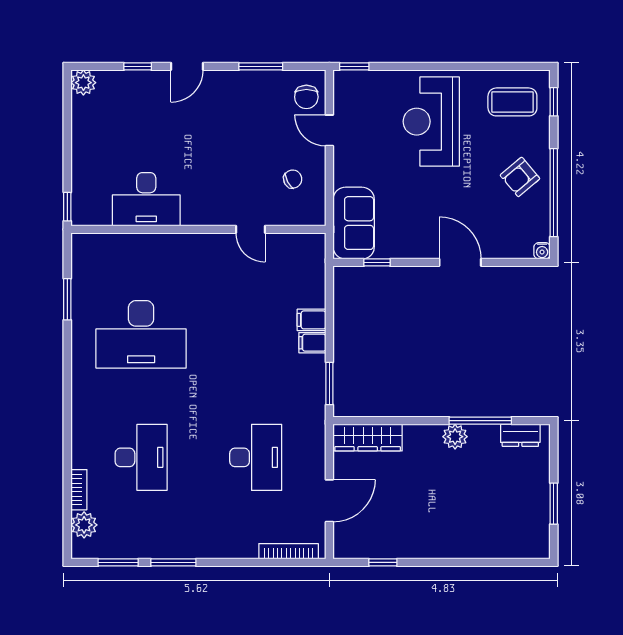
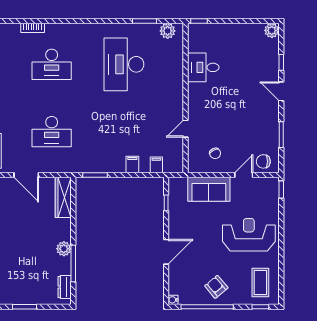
desk: (146, 199) -> (203, 67), width x0.73
sofa: (354, 223) -> (209, 189), moved
filing cabinet: (312, 343) -> (156, 165), moved
plant: (84, 525) -> (168, 31), moved

